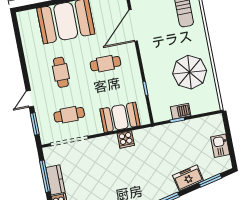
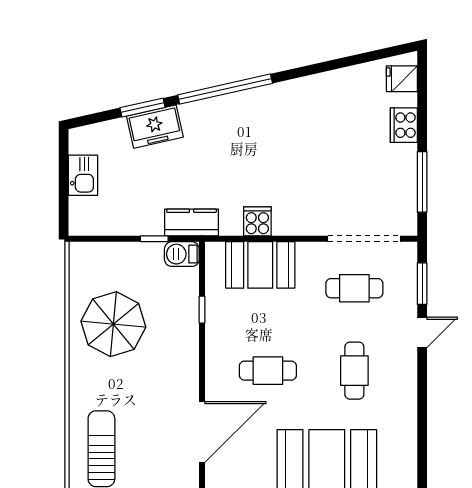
barbecue: (181, 111) -> (182, 254), moved
kitchen counter: (55, 180) -> (192, 223), moved, turned 90
window: (210, 180) -> (143, 108), moved

